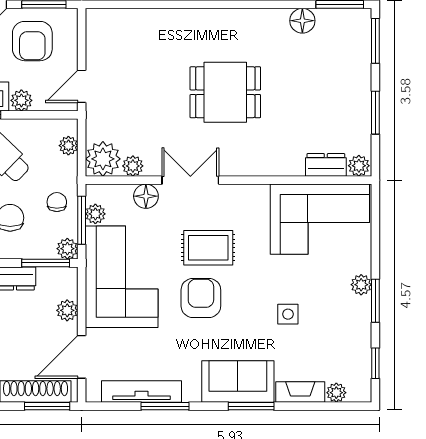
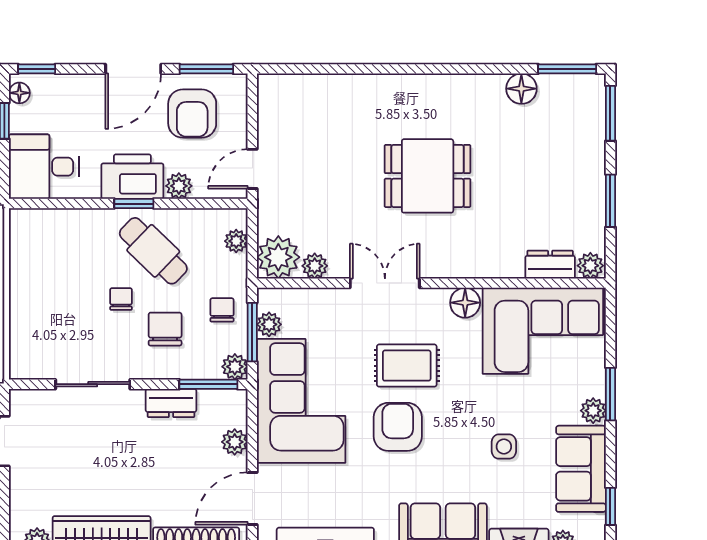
floor lamp: (146, 196) -> (465, 303), moved
window: (375, 301) -> (610, 394), moved
sofa: (351, 332) -> (581, 469), added

